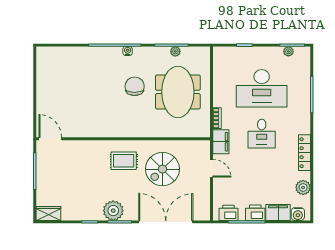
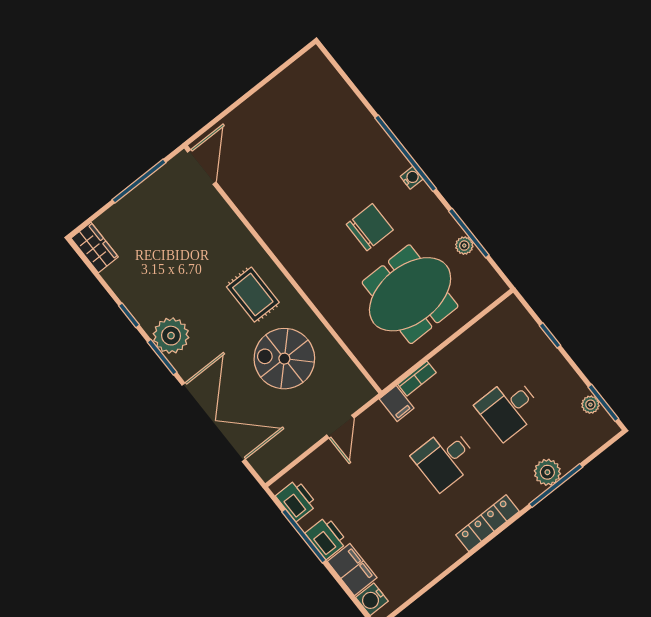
desk: (262, 88) -> (509, 408), width x0.53, depth x0.77
filing cabinet: (221, 142) -> (397, 404), width x0.50
locker: (305, 153) -> (487, 523), moved
plant: (303, 187) -> (547, 472), moved

